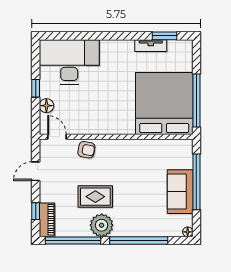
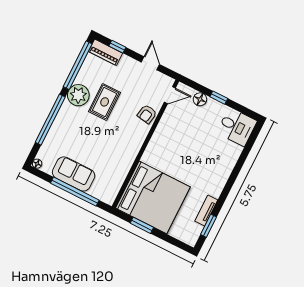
desk: (69, 62) -> (237, 127), width x0.53, depth x0.77
window: (196, 101) -> (142, 225), width x0.47

